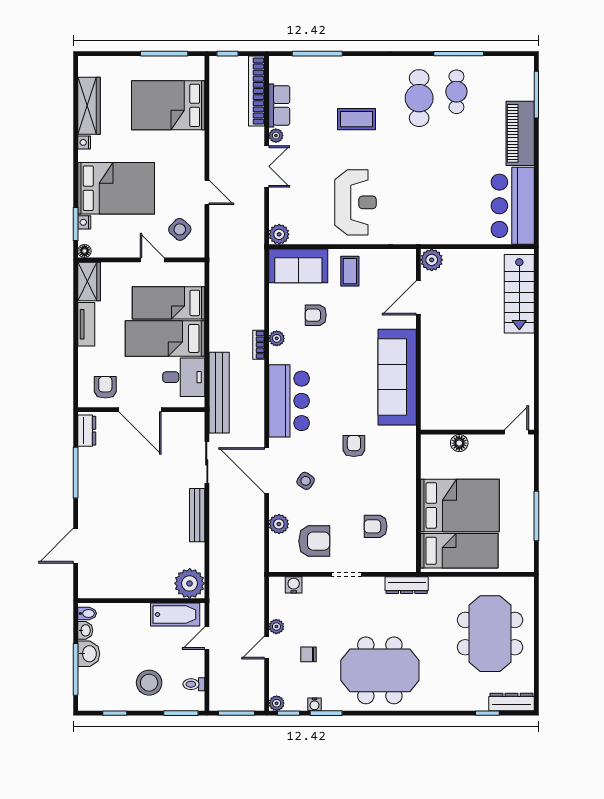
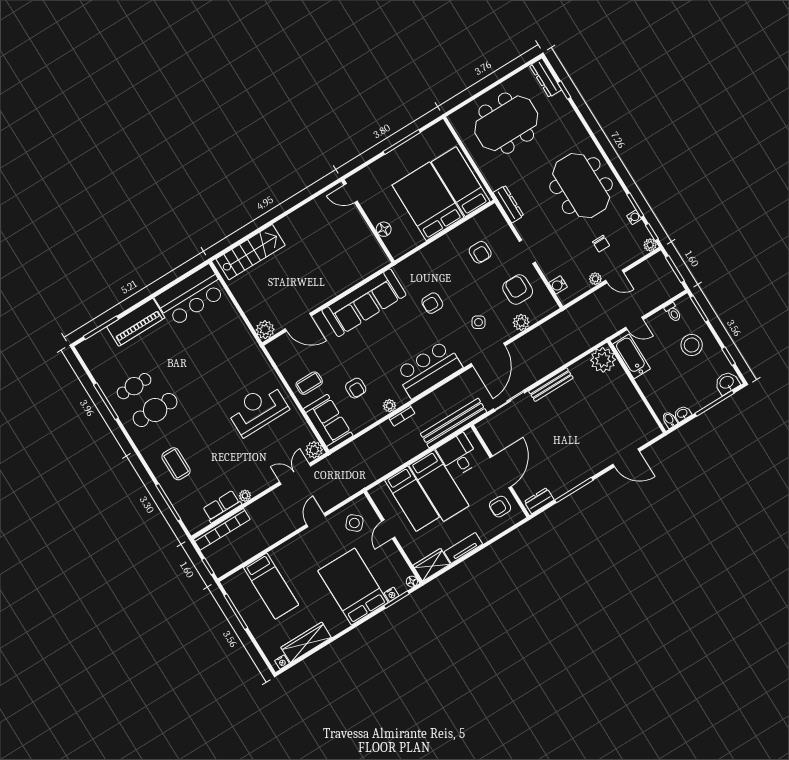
bed: (168, 105) -> (271, 586), width x0.67
coffee table: (356, 119) -> (176, 464), moved
nightstand: (84, 142) -> (282, 662), moved
double door: (267, 166) -> (295, 474), moved
washbasin: (89, 654) -> (727, 383), moved

